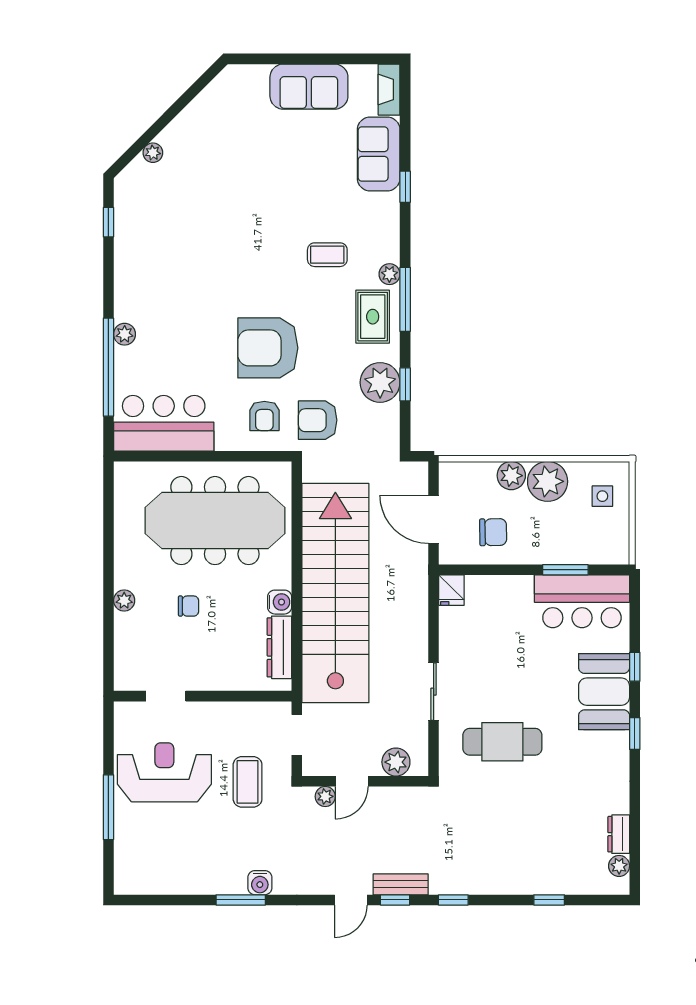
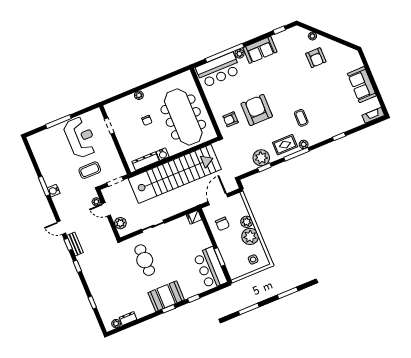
sofa: (379, 154) -> (260, 50), moved, turned 180
armchair: (318, 420) -> (316, 58), moved, turned 180
bar counter: (164, 423) -> (218, 70), moved, turned 90
booth: (604, 692) -> (166, 296), moved

